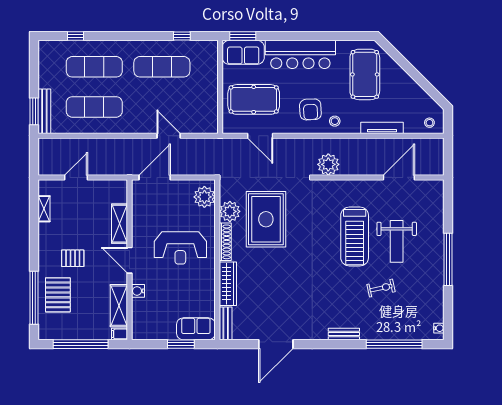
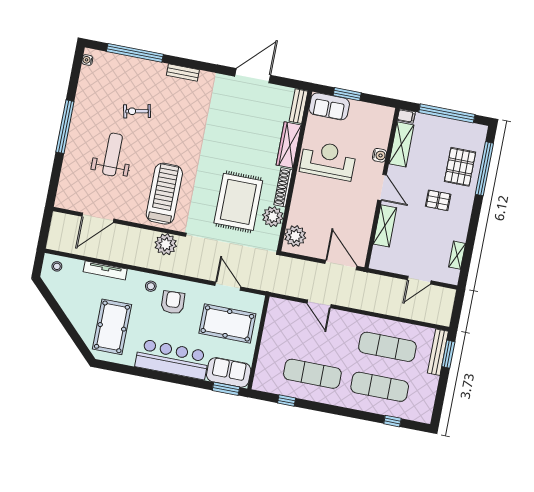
door: (155, 177) -> (341, 265), swing flipped
treadmill: (355, 237) -> (164, 194), moved
reception desk: (180, 248) -> (328, 160), moved

